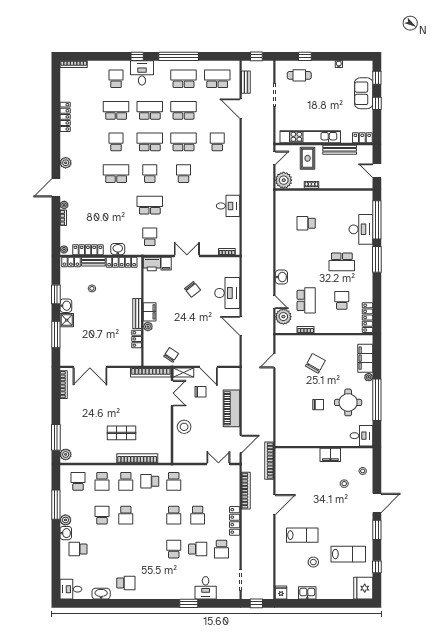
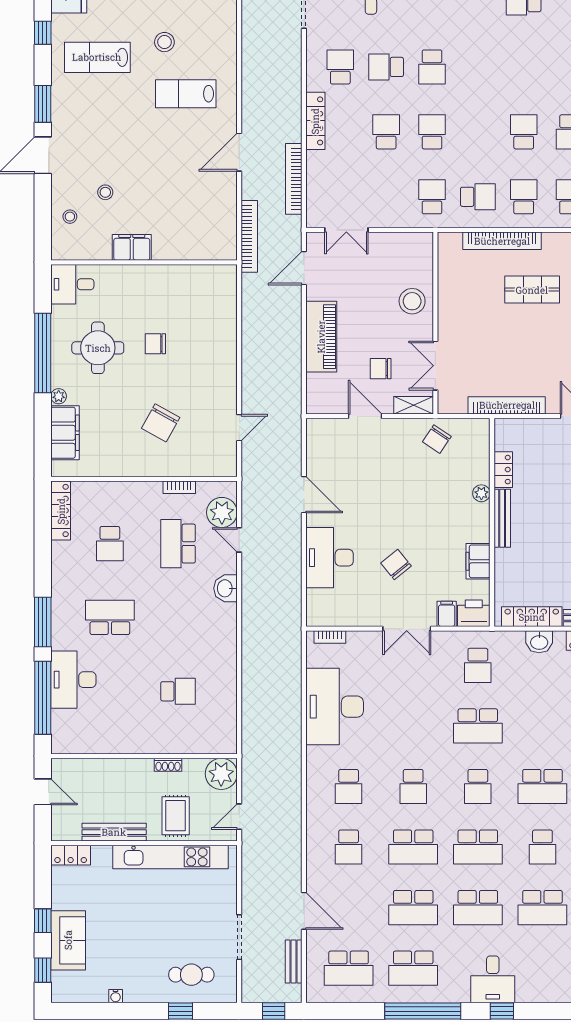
school desk: (116, 79) -> (349, 786), moved
desk: (228, 206) -> (335, 707), width x1.87, depth x1.30
filing cabinet: (150, 312) -> (478, 561), moved
bookcase: (151, 372) -> (507, 405), moved

